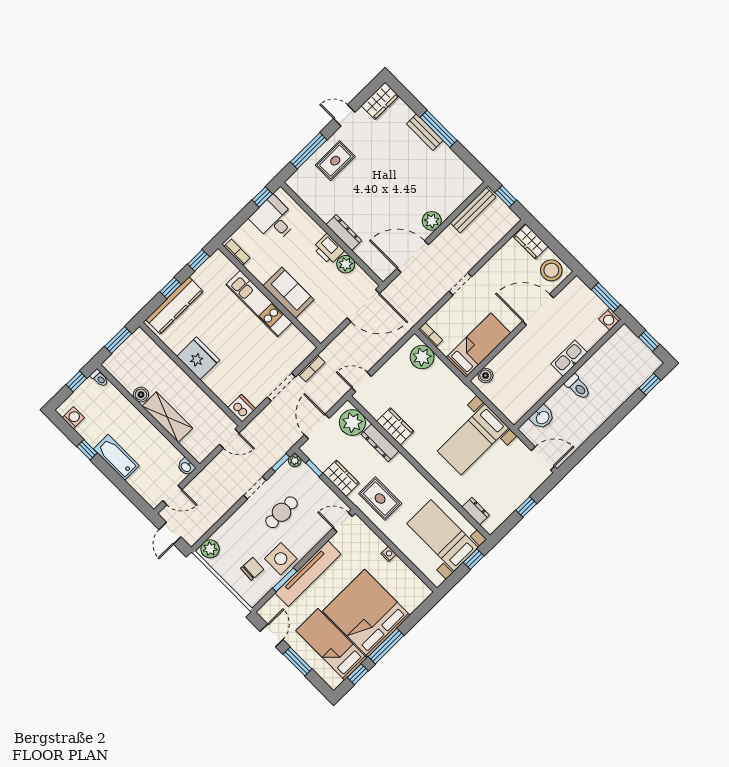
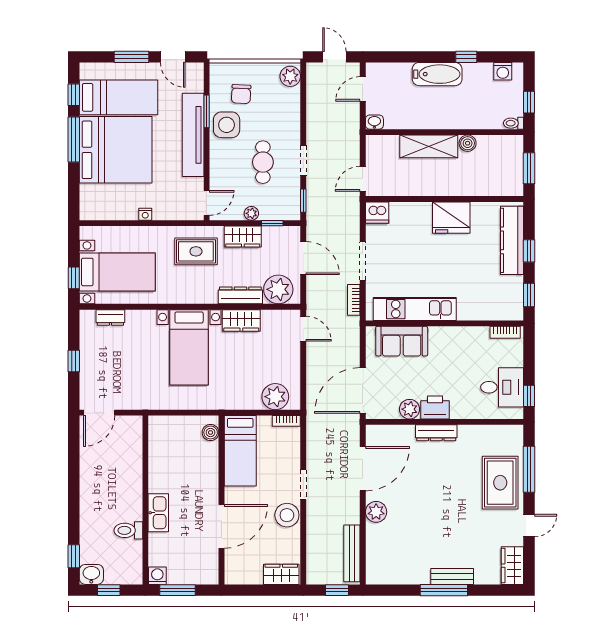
rug: (335, 161) -> (500, 483), width x1.36, depth x1.43
stool: (551, 270) -> (287, 515), moved
sofa: (289, 293) -> (402, 341), moved
kitchen unit: (259, 304) -> (415, 309), moved
door: (361, 382) -> (303, 329), hinge flipped
toilet: (578, 387) -> (128, 530), moved
washbasin: (542, 417) -> (91, 574), moved, turned 90
bed with nightstands: (473, 439) -> (189, 347), moved, turned 180
plant: (295, 461) -> (251, 213), moved

